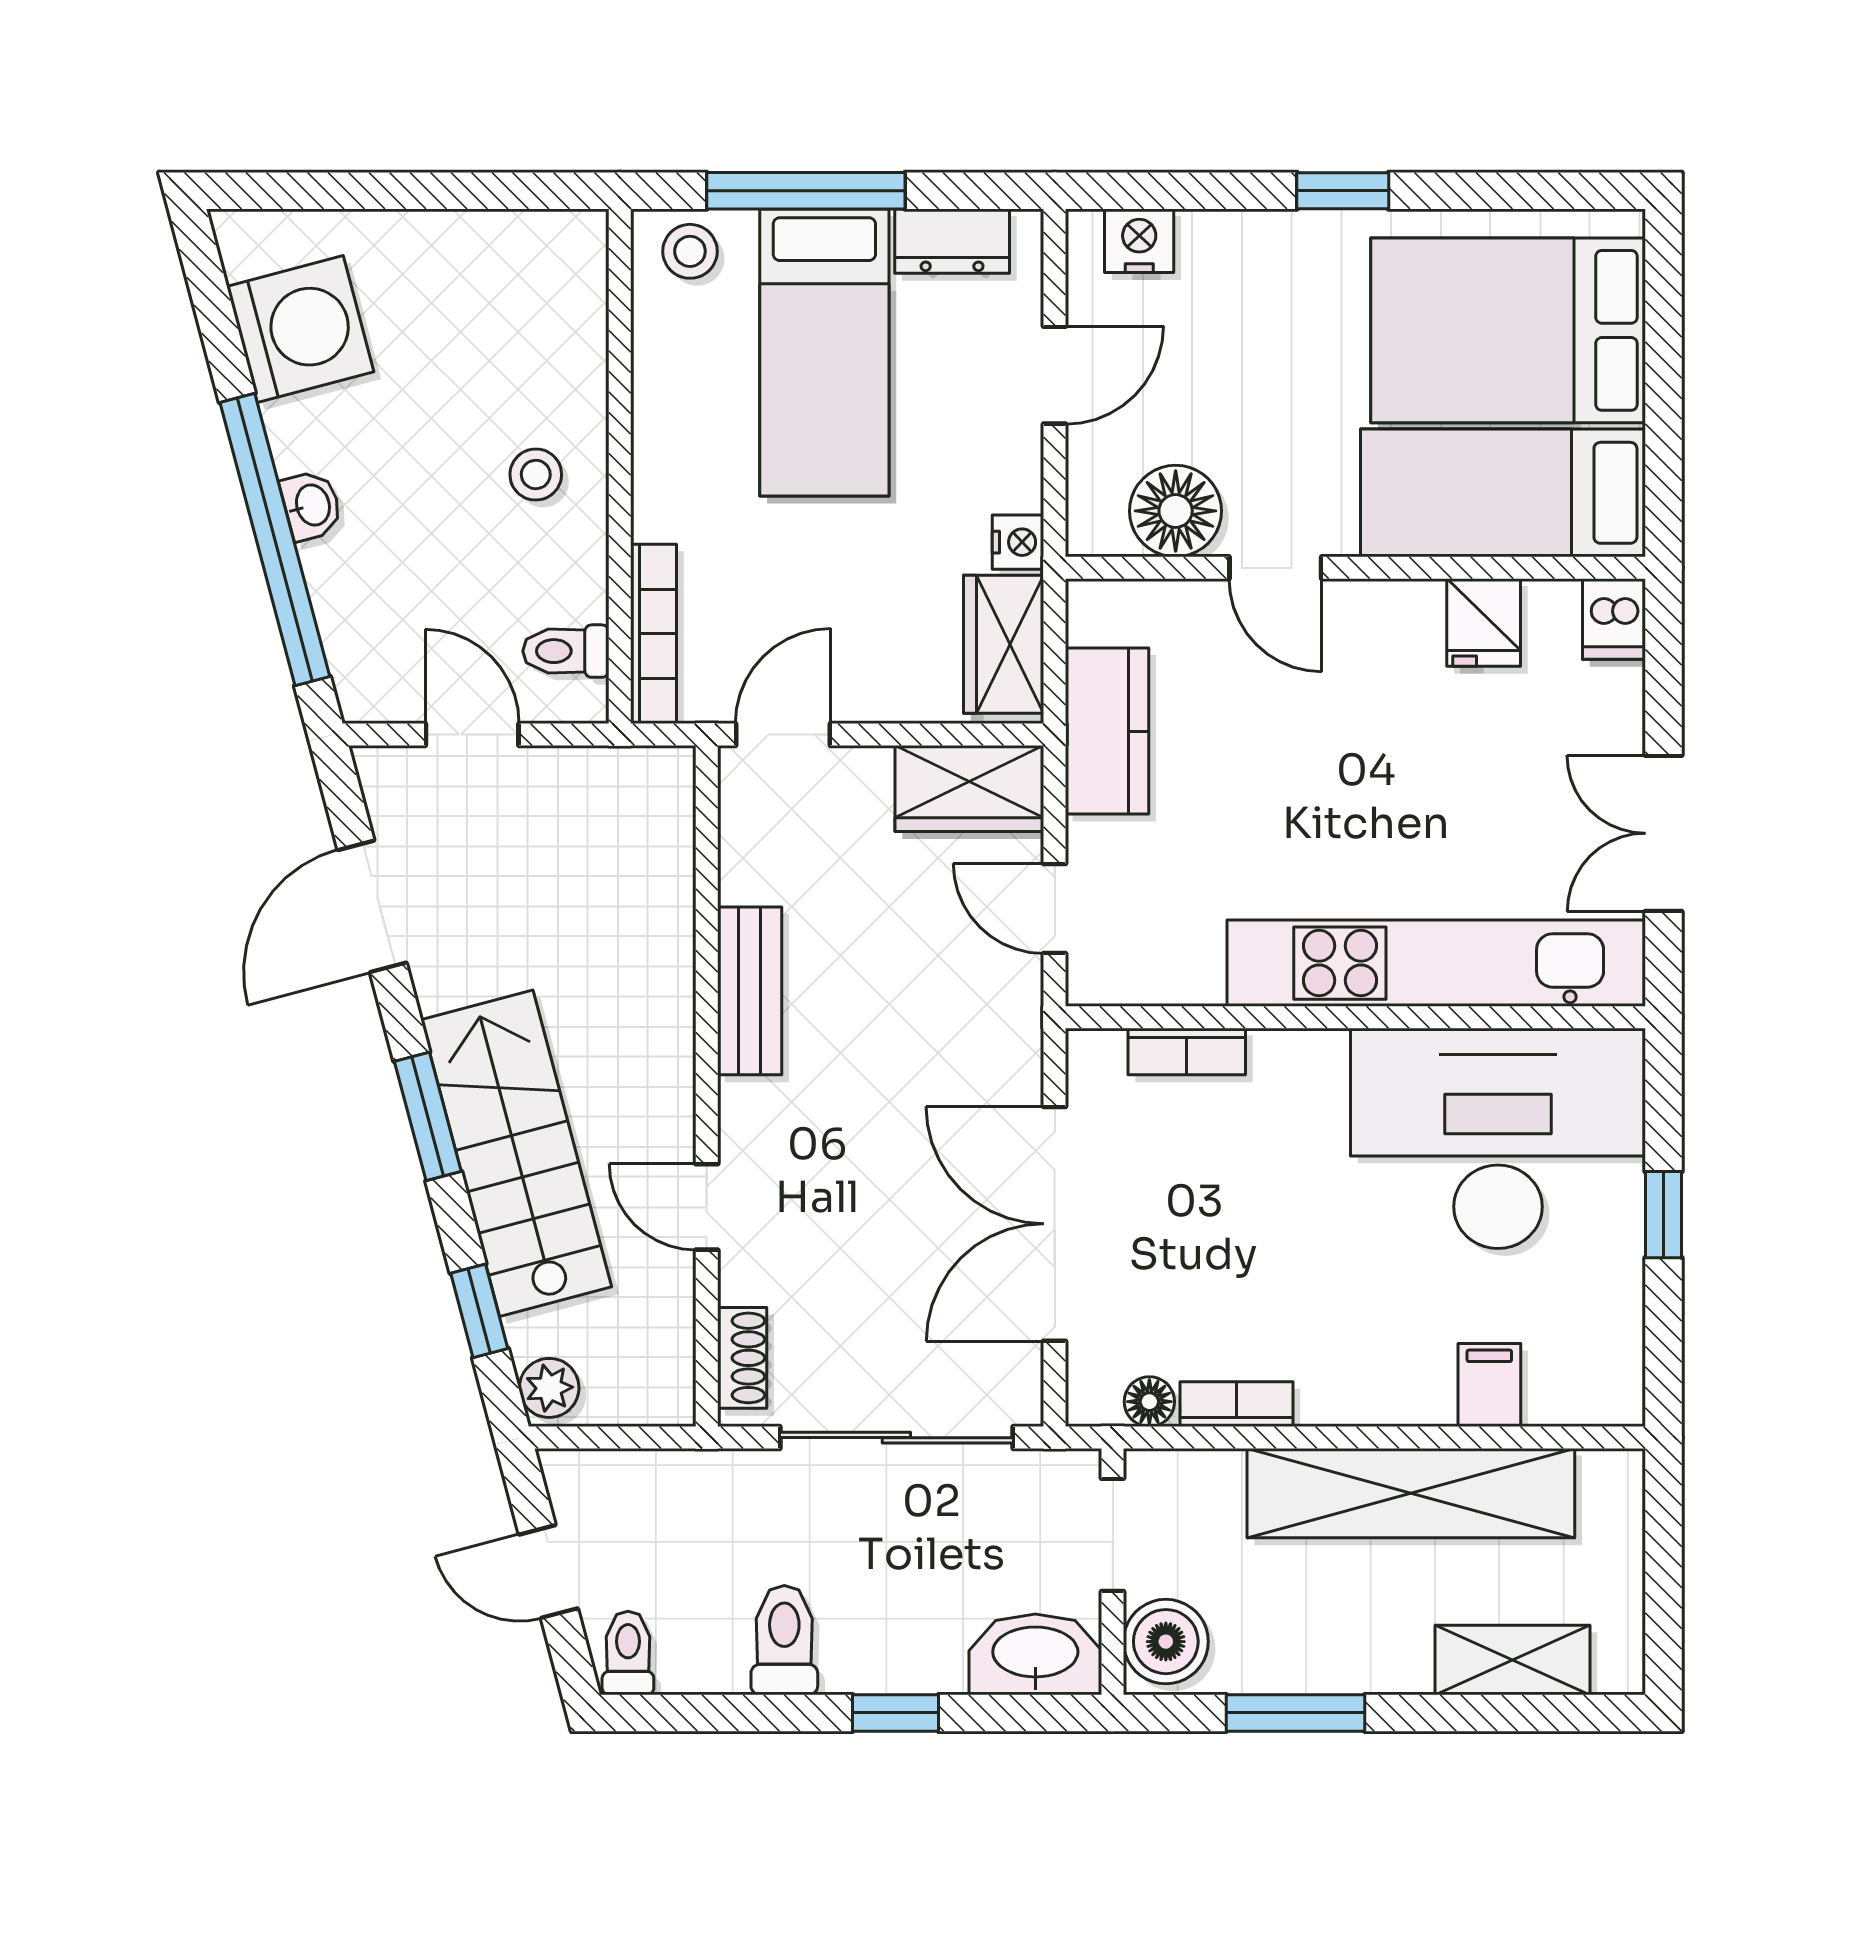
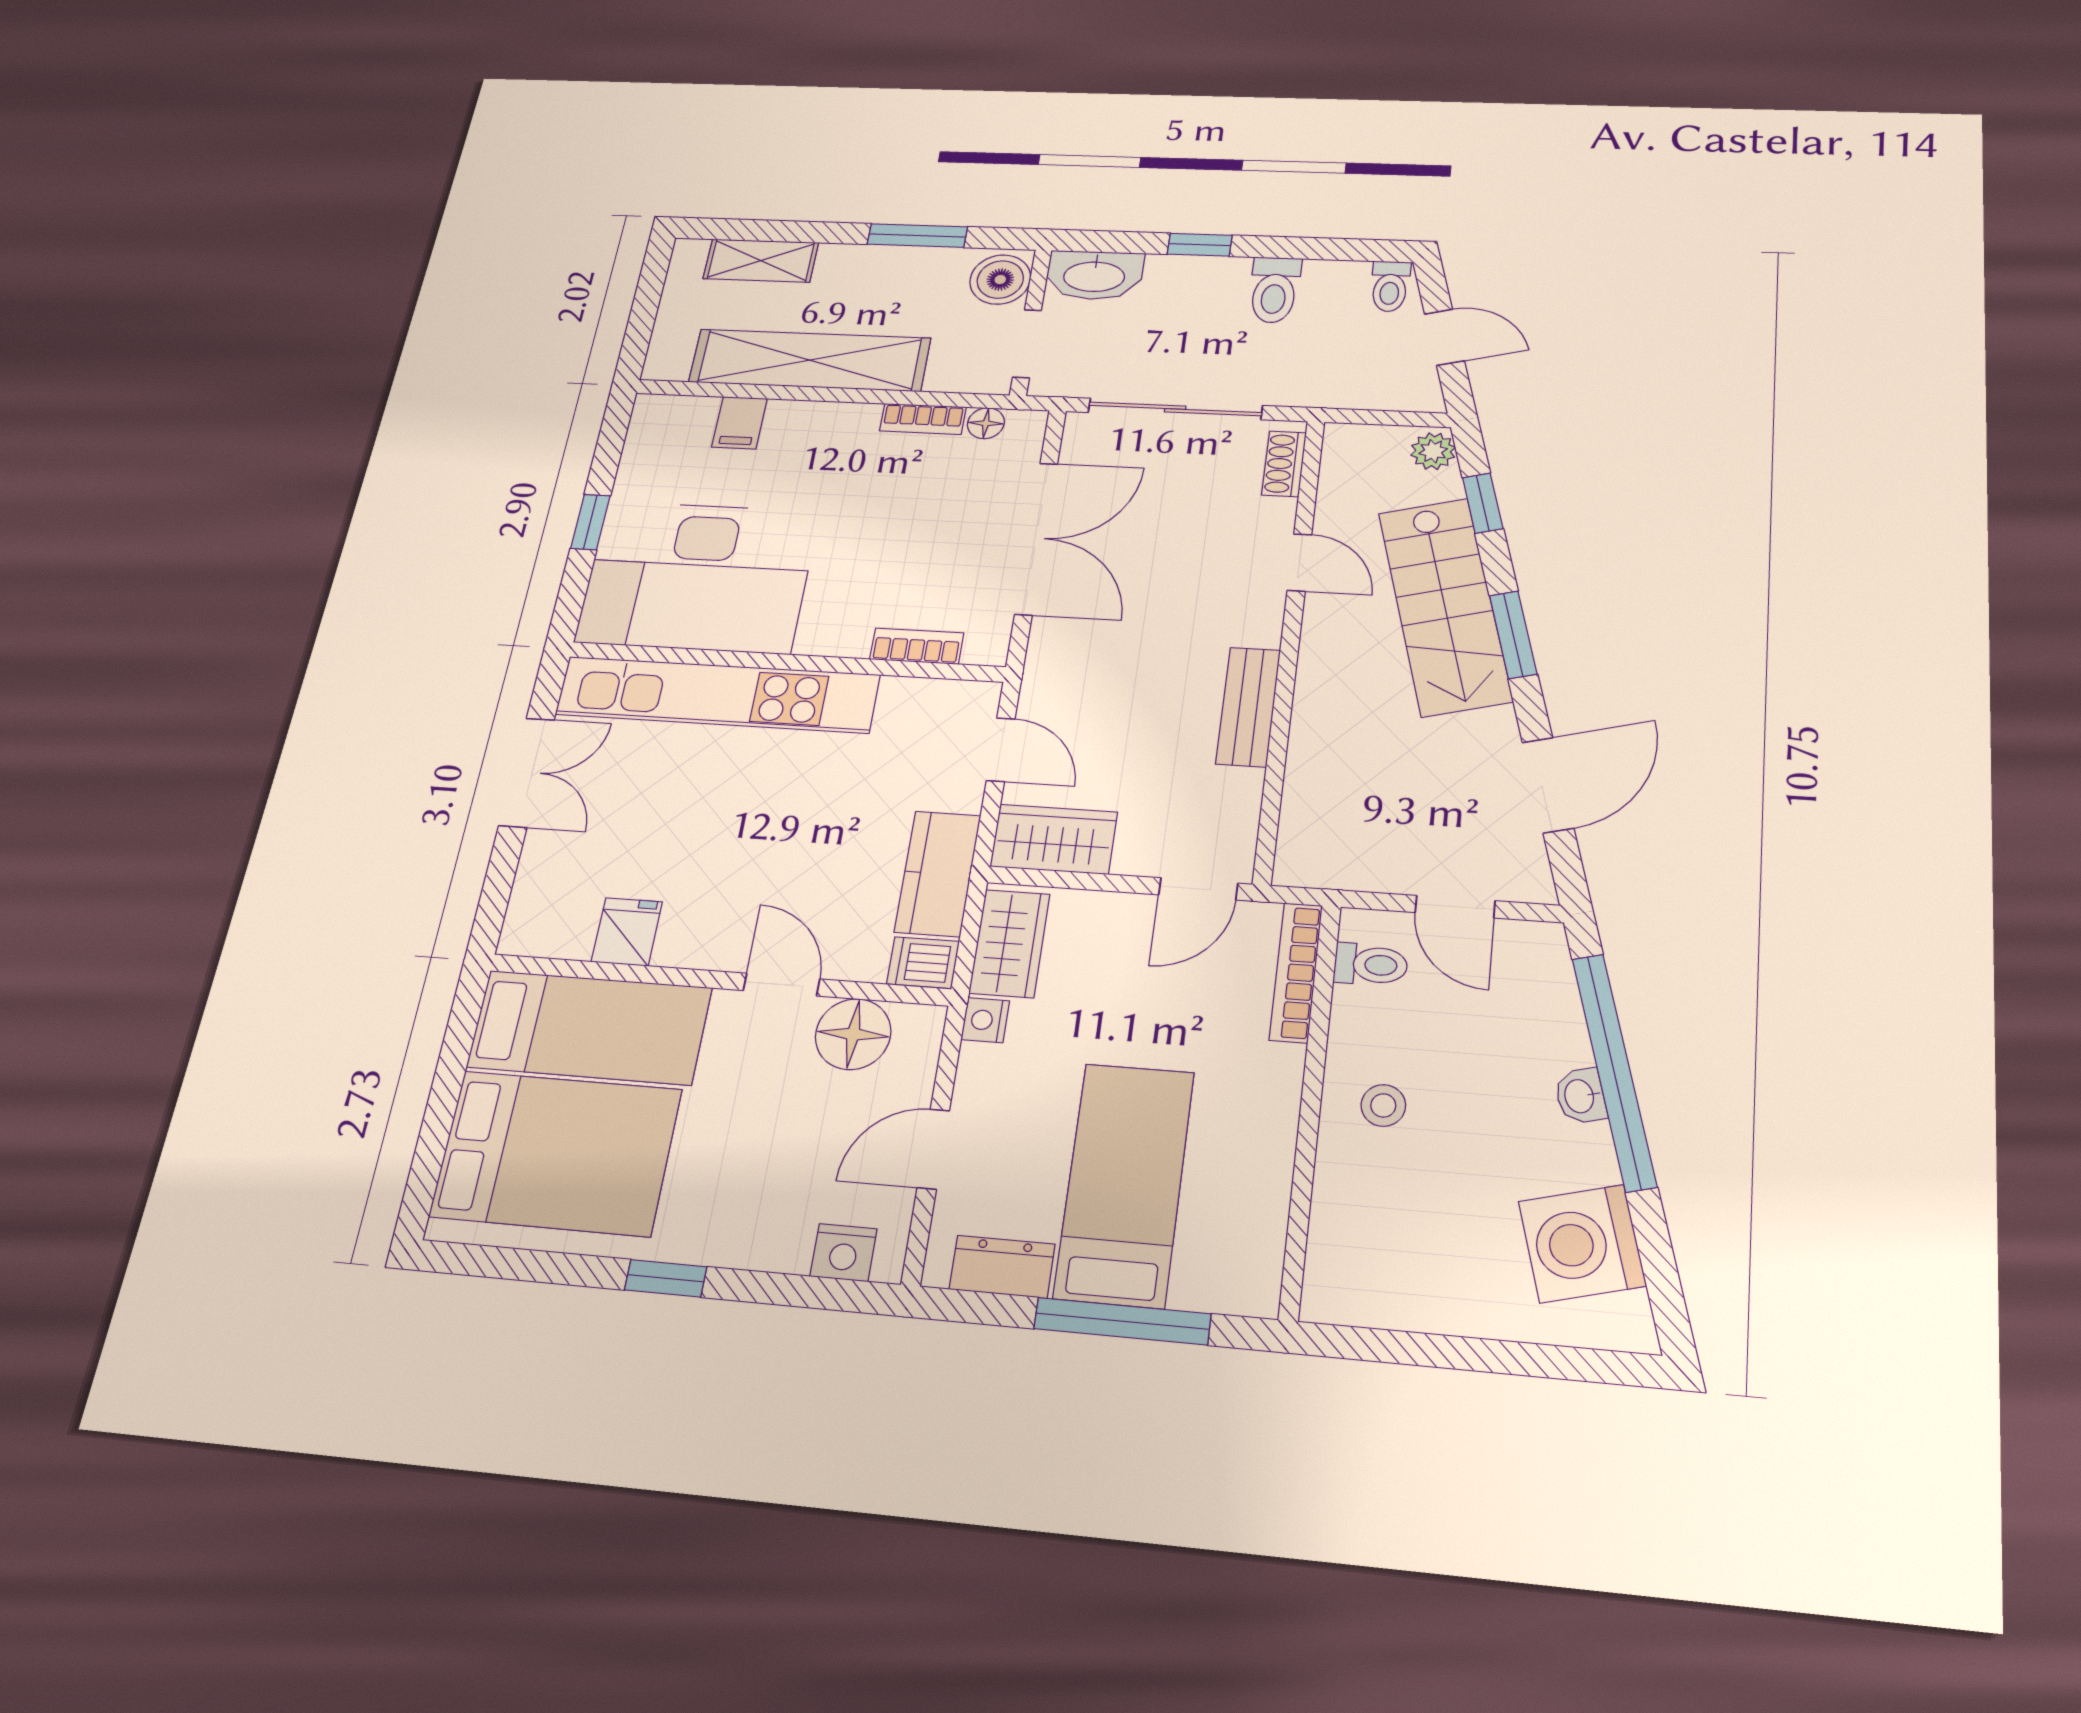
stool: (690, 251) -> (1230, 1279), removed
dishwasher: (1614, 619) -> (923, 963), moved, turned -90

